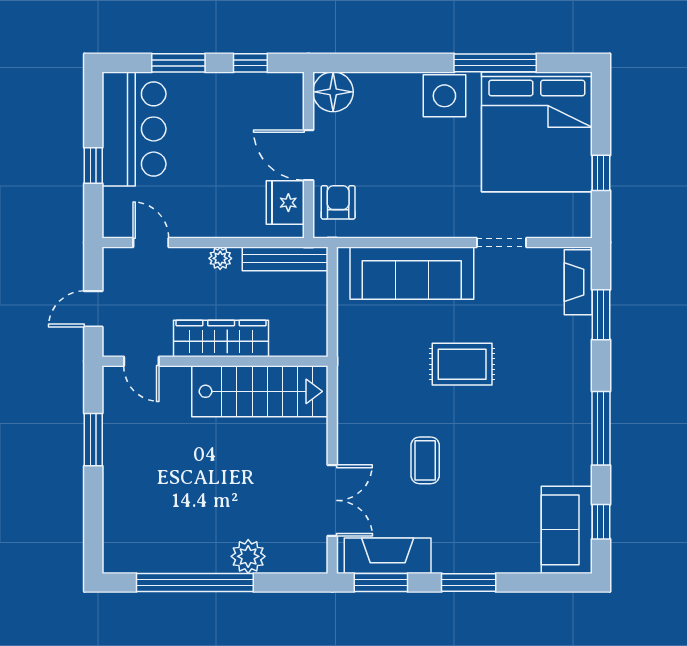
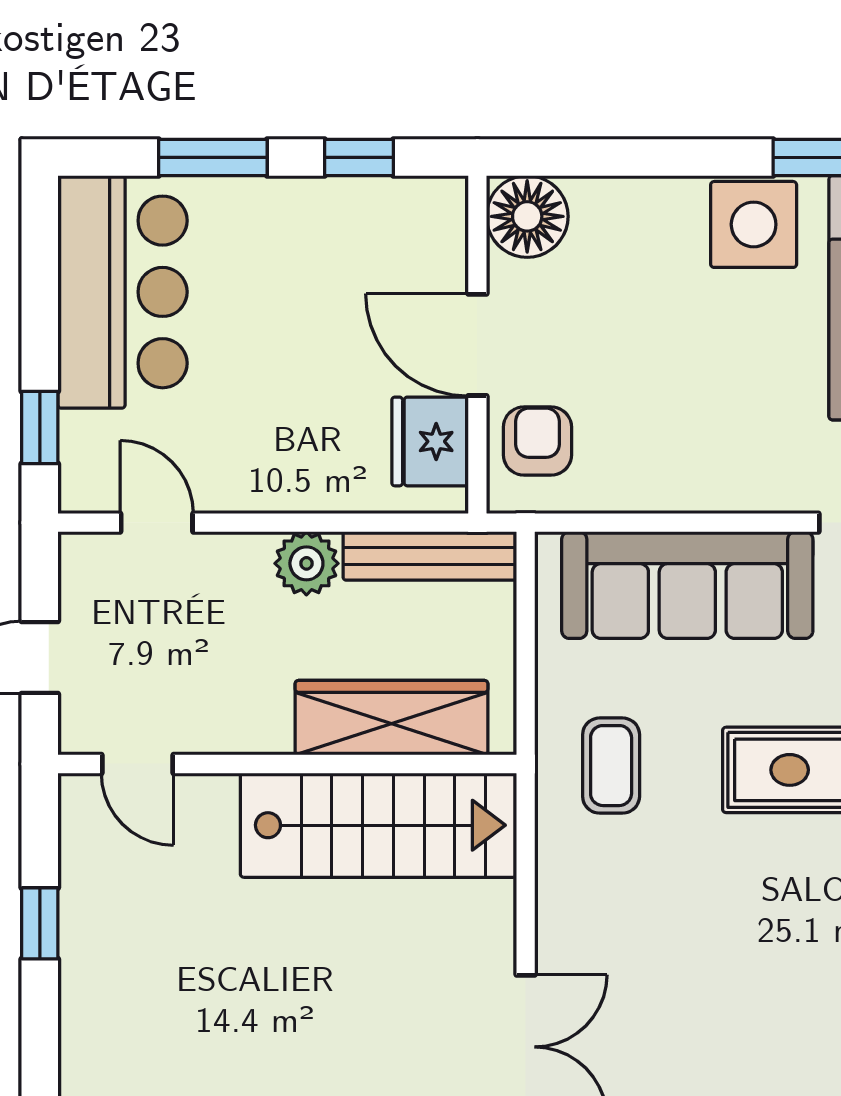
window: (93, 166) -> (40, 427), moved
plant: (220, 258) -> (306, 563), width x1.38, depth x1.38
wardrobe: (221, 338) -> (391, 718), moved
window: (93, 440) -> (40, 923), width x0.67
coffee table: (425, 460) -> (611, 766), moved

